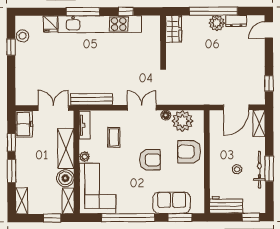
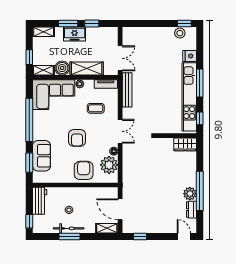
wardrobe: (174, 29) -> (185, 144), moved
wall: (163, 40) -> (176, 136), moved
window: (11, 47) -> (184, 24), moved
freezer: (24, 124) -> (75, 34), moved

